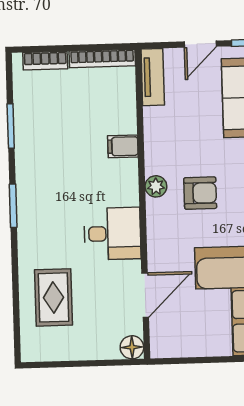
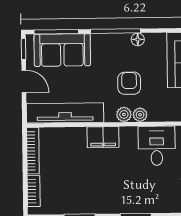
tv unit: (153, 77) -> (65, 113), width x1.92, depth x1.29
filing cabinet: (123, 146) -> (103, 137), width x2.00
plant: (156, 209) -> (140, 115), added

